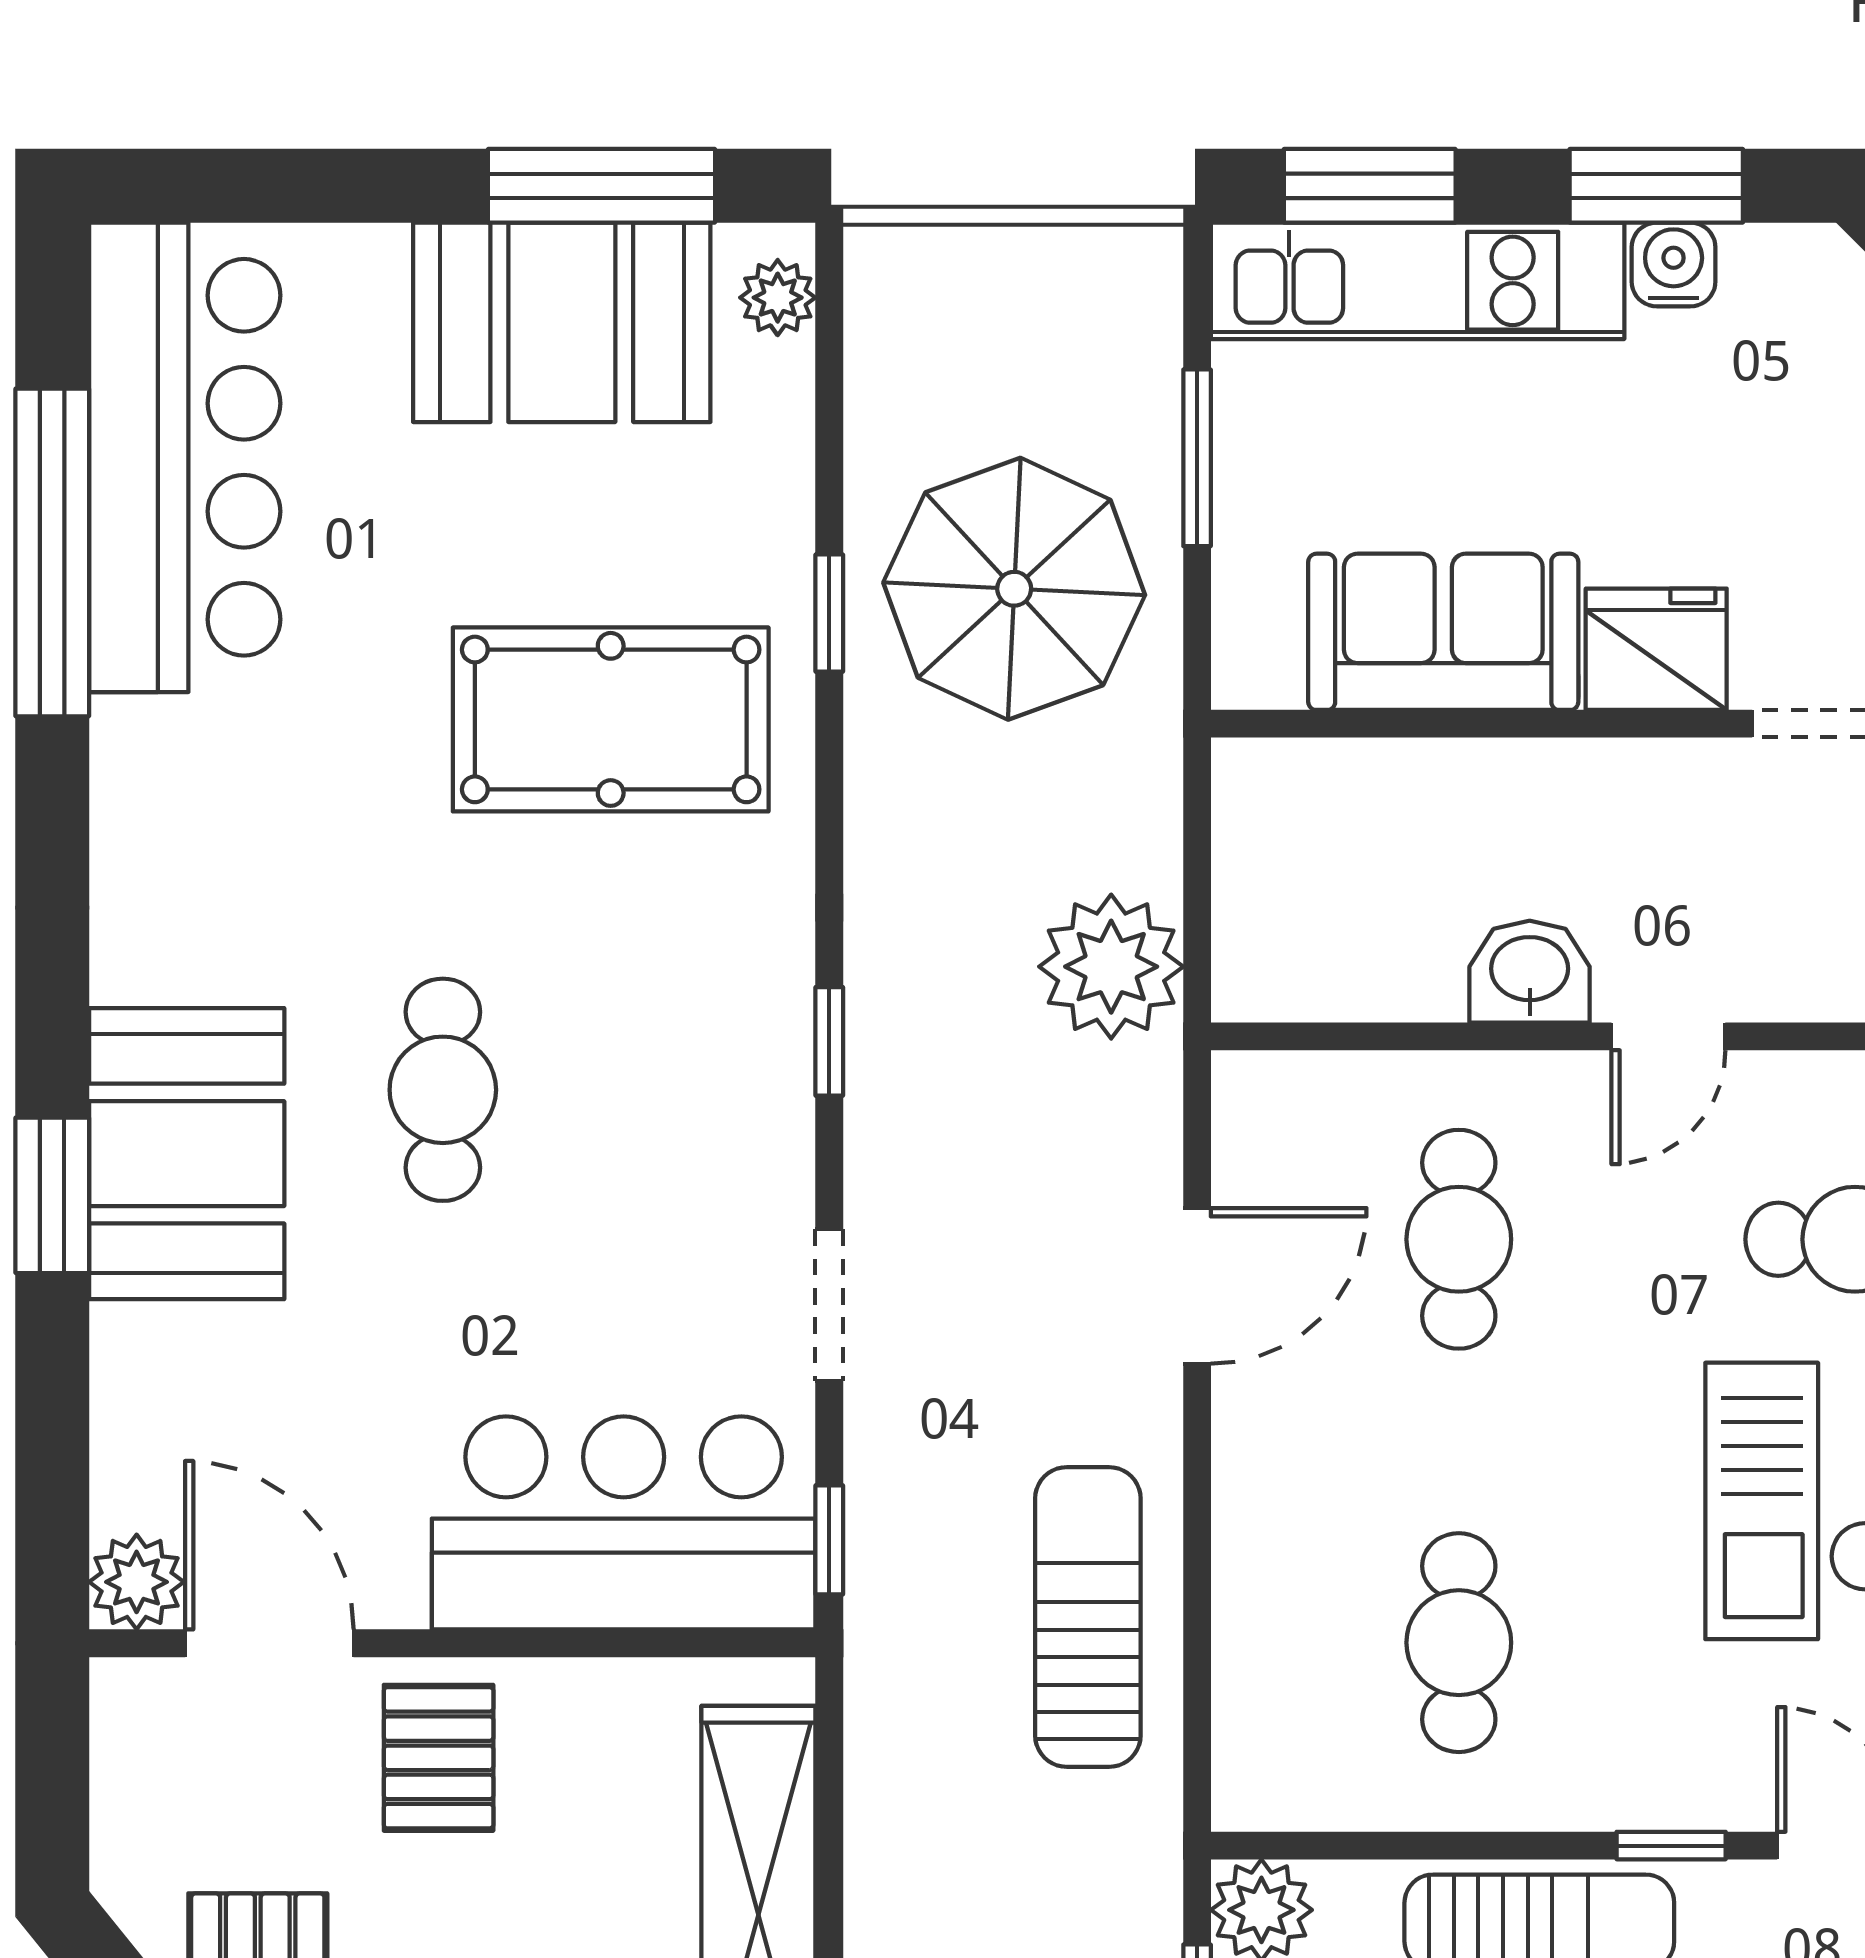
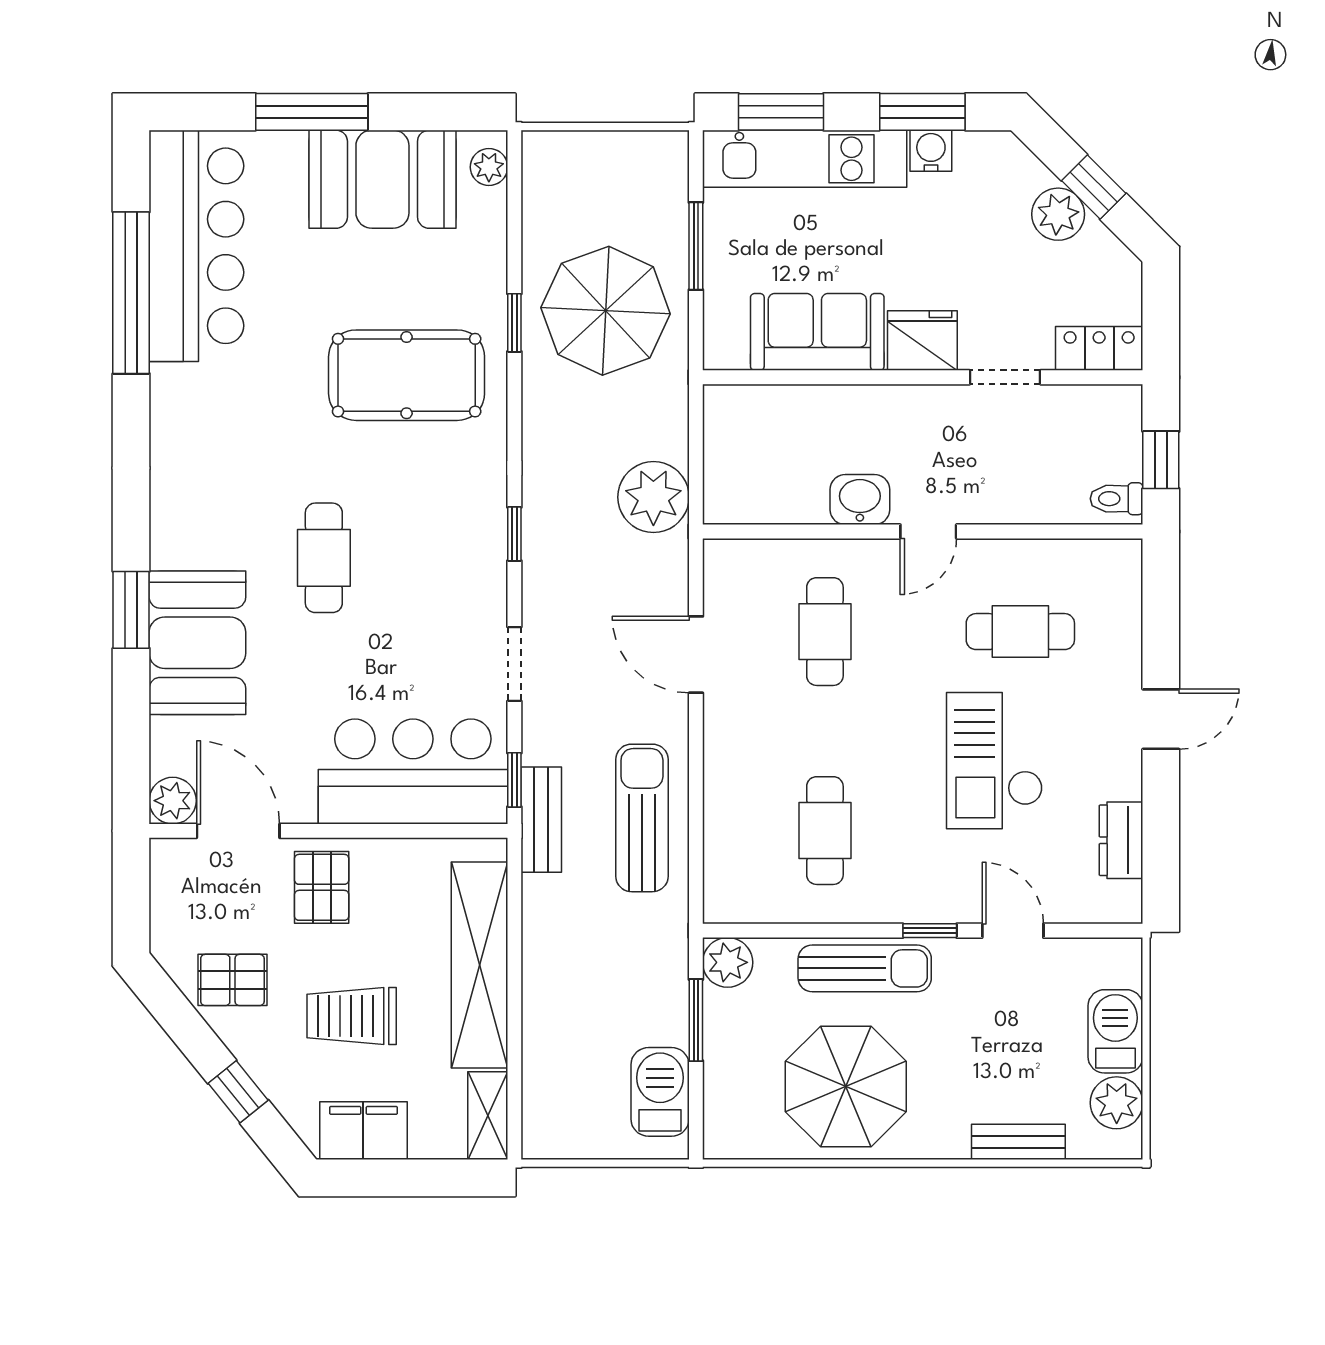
window: (602, 186) -> (312, 112), moved
booth: (187, 1154) -> (197, 643), moved
door: (1197, 1286) -> (696, 655), swing flipped
bench: (884, 1620) -> (541, 820), added

